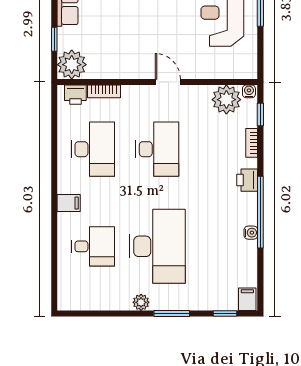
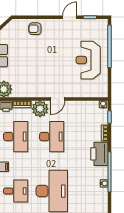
door: (168, 82) -> (58, 99), swing flipped
plant: (226, 100) -> (40, 109), moved
printer: (247, 180) -> (99, 154), width x1.87, depth x1.48

